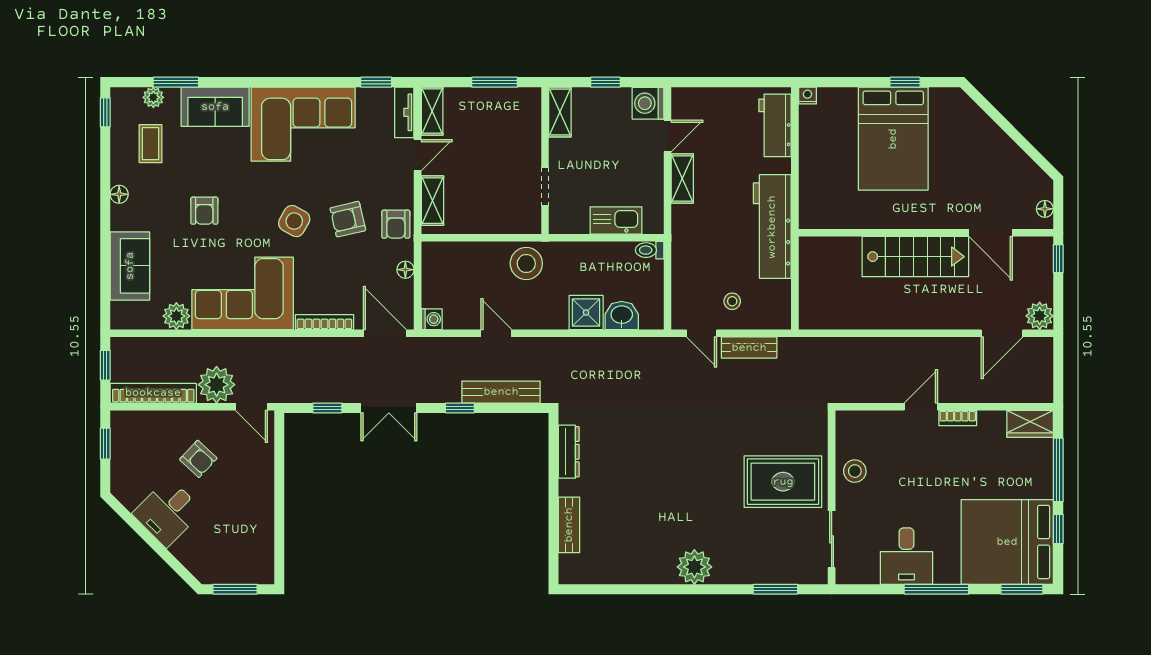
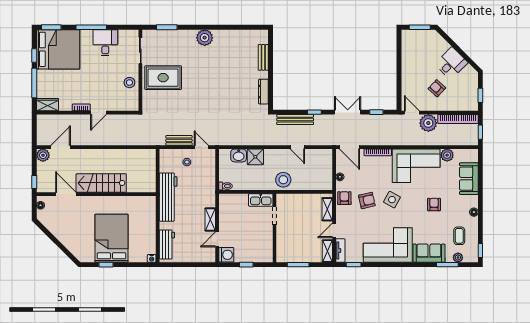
shelving: (560, 112) -> (268, 251), removed
kitchen sink: (616, 220) -> (261, 200), moved
washing machine: (432, 319) -> (328, 154), removed

